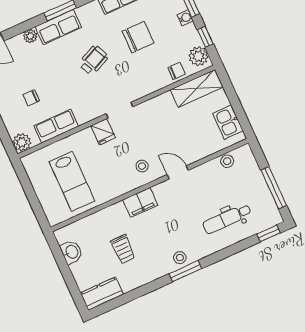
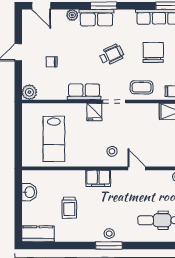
chair: (138, 37) -> (153, 53), turned -90
coffee table: (143, 81) -> (142, 87), added
row of seats: (56, 126) -> (84, 92), moved

